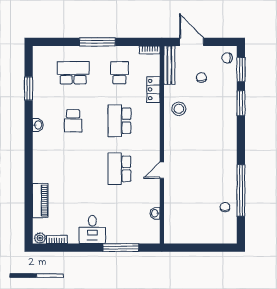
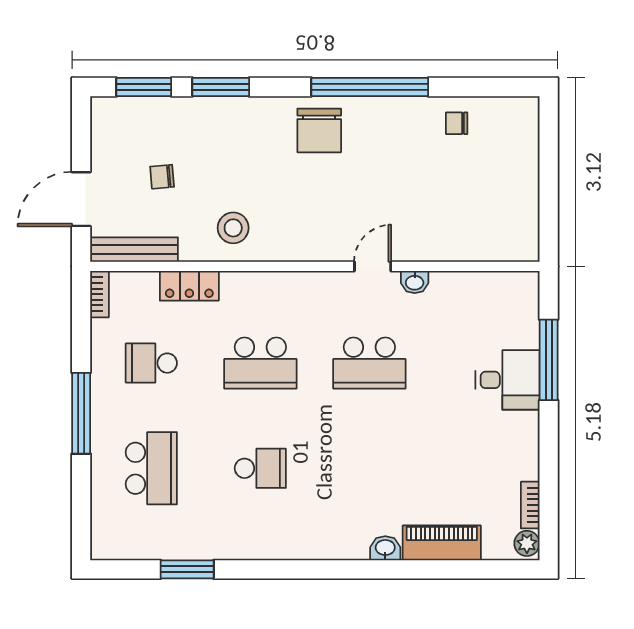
chair: (227, 58) -> (319, 130), moved, width x1.87, depth x1.87
school desk: (73, 73) -> (151, 468), turned 180
washbasin: (38, 125) -> (385, 548), moved
door: (162, 170) -> (373, 266), swing flipped
window: (241, 191) -> (370, 87), moved
washbasin: (155, 213) -> (415, 282), moved
desk: (92, 230) -> (507, 380), moved

